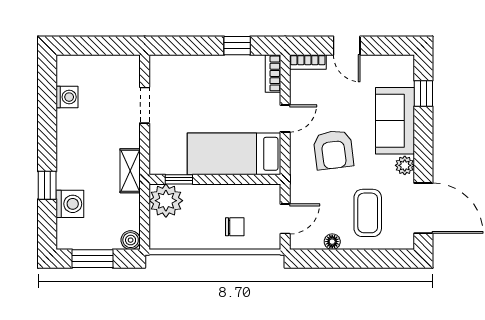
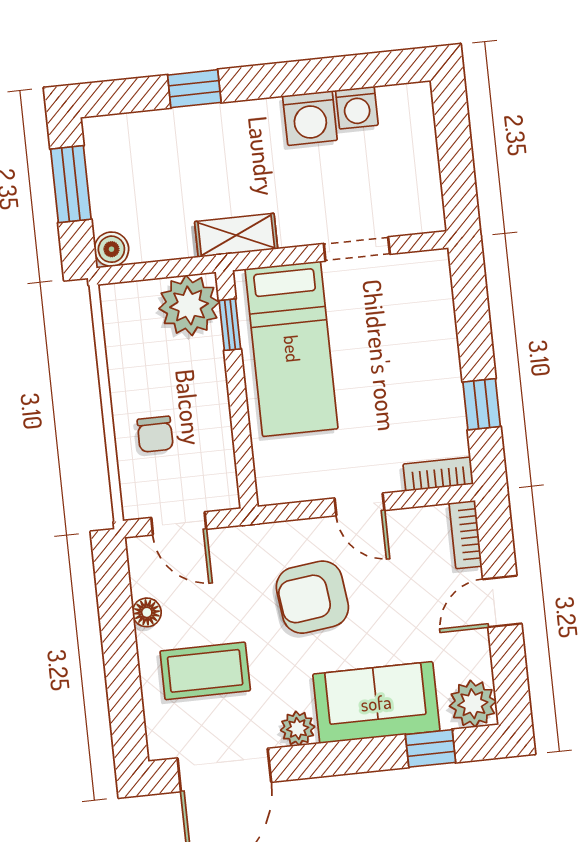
plant: (401, 68) -> (473, 704), added
bed: (234, 154) -> (292, 349), moved, turned 180
washing machine: (70, 204) -> (310, 118), moved

